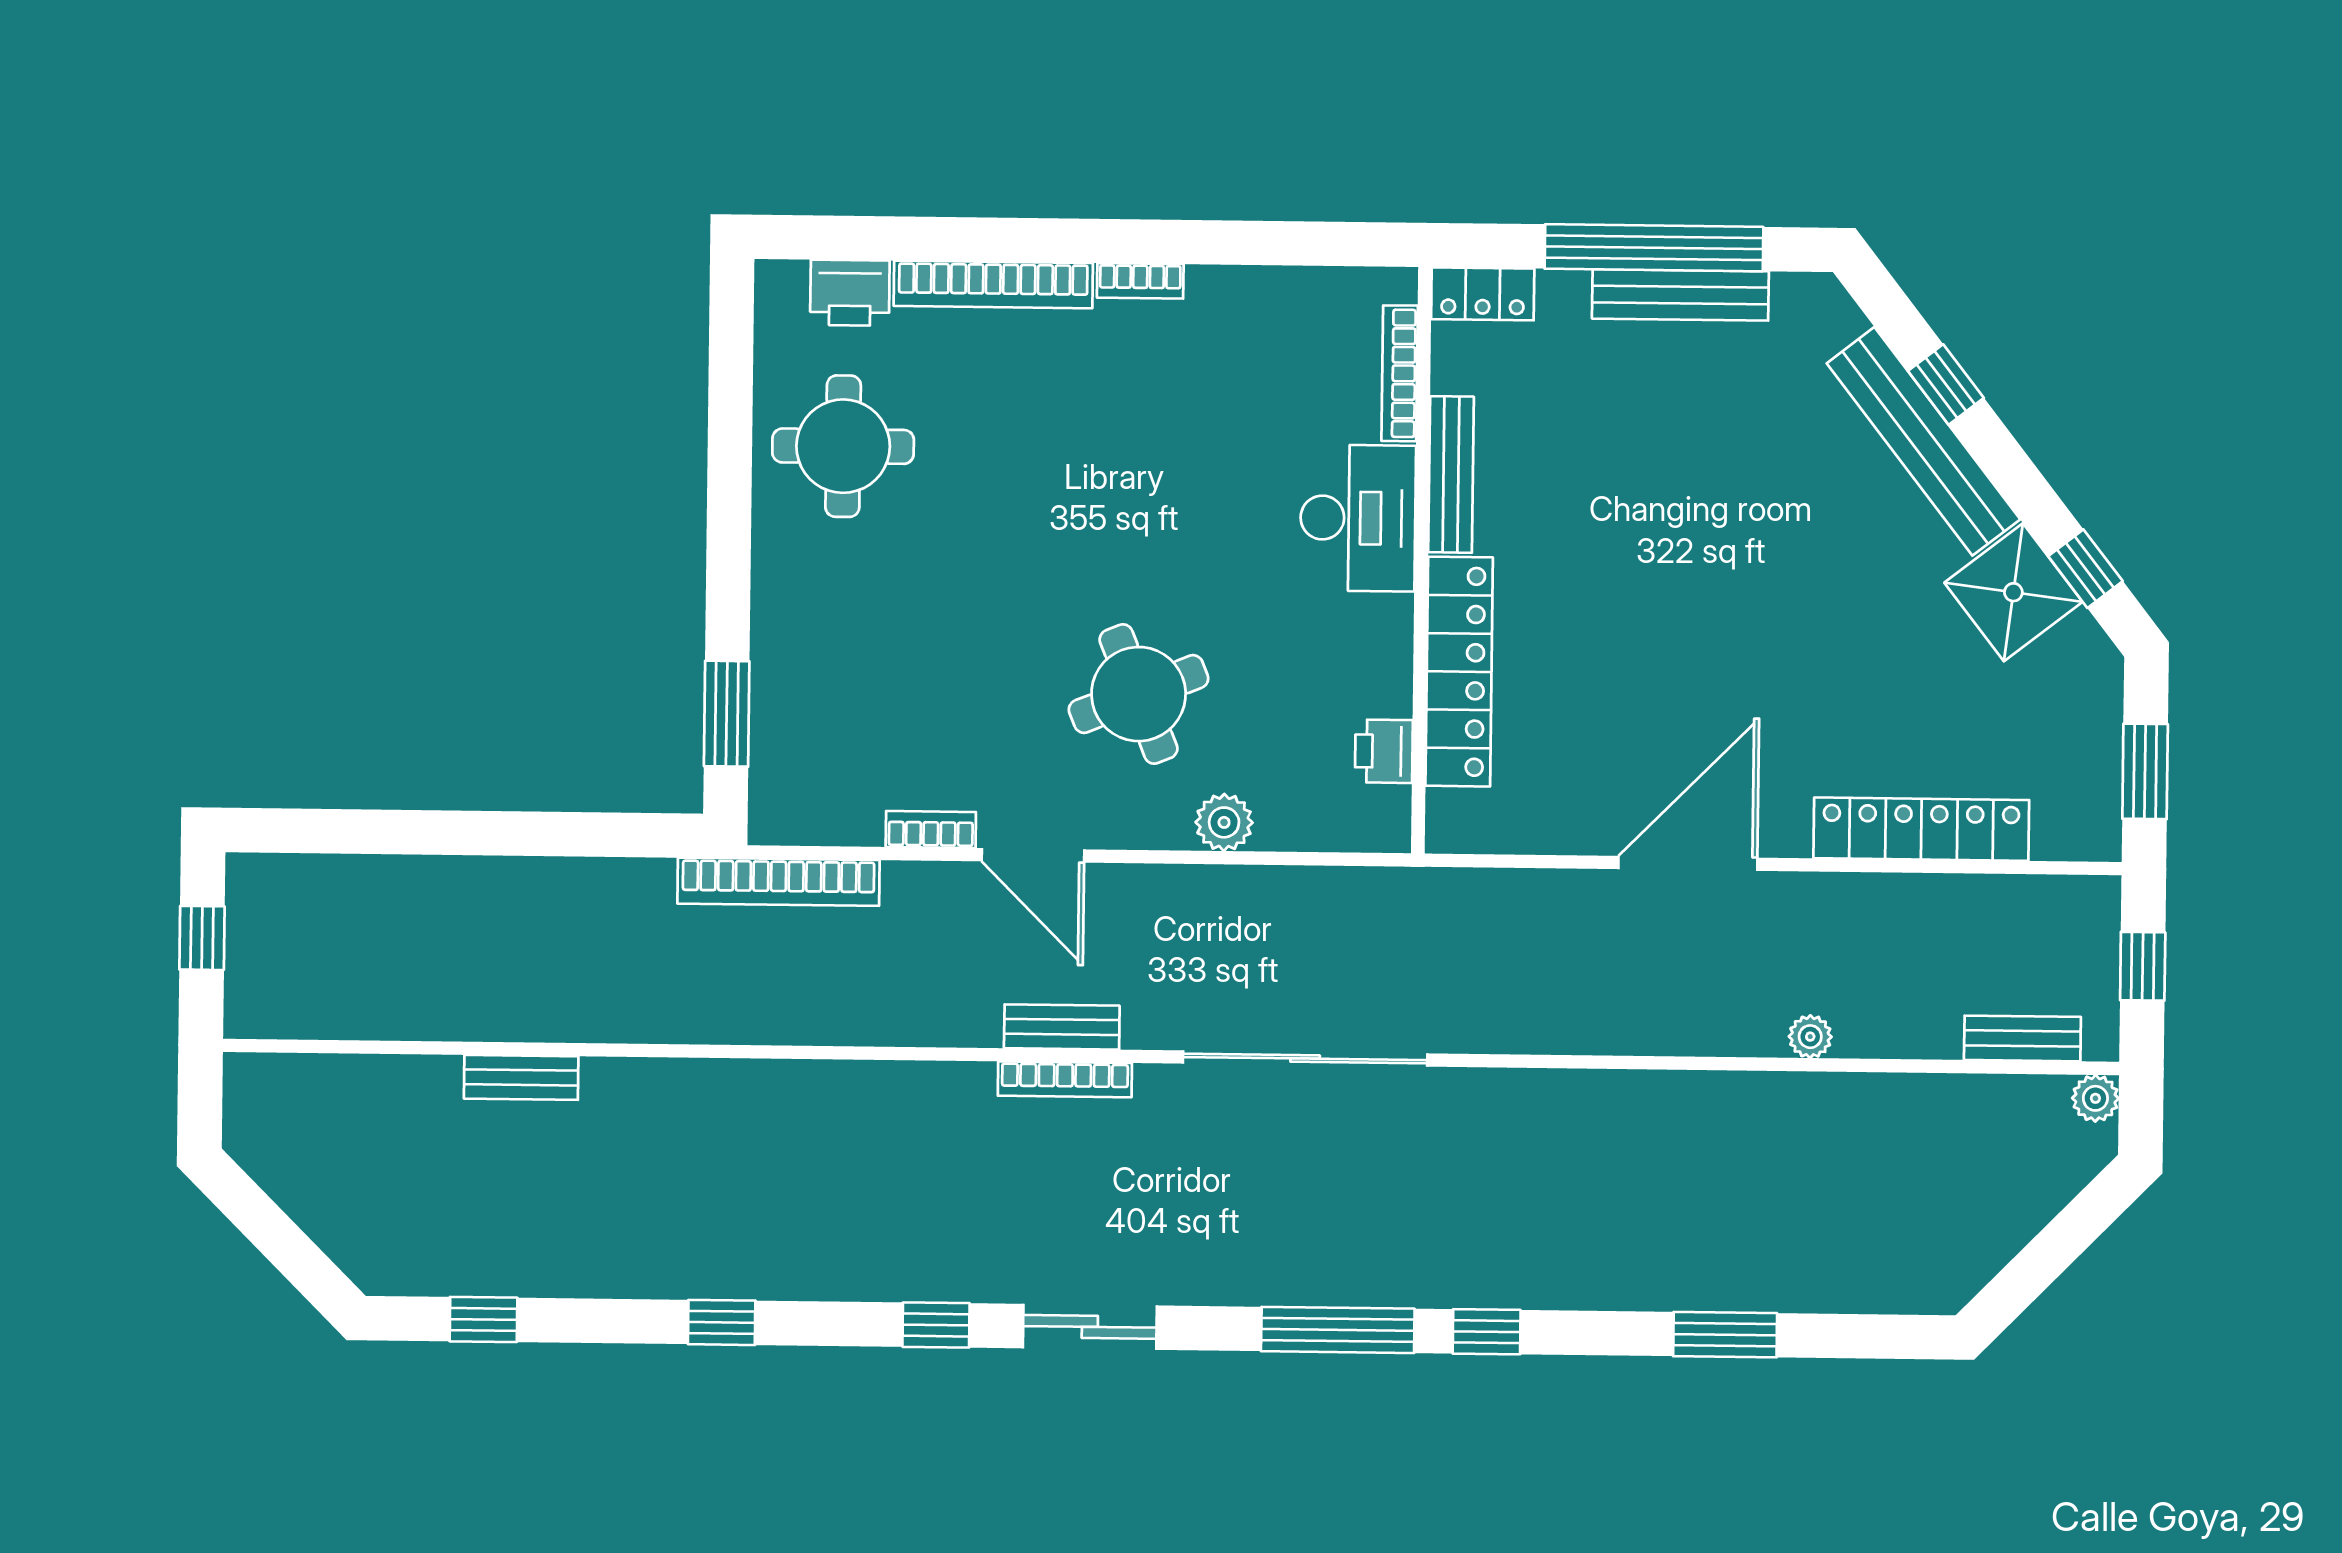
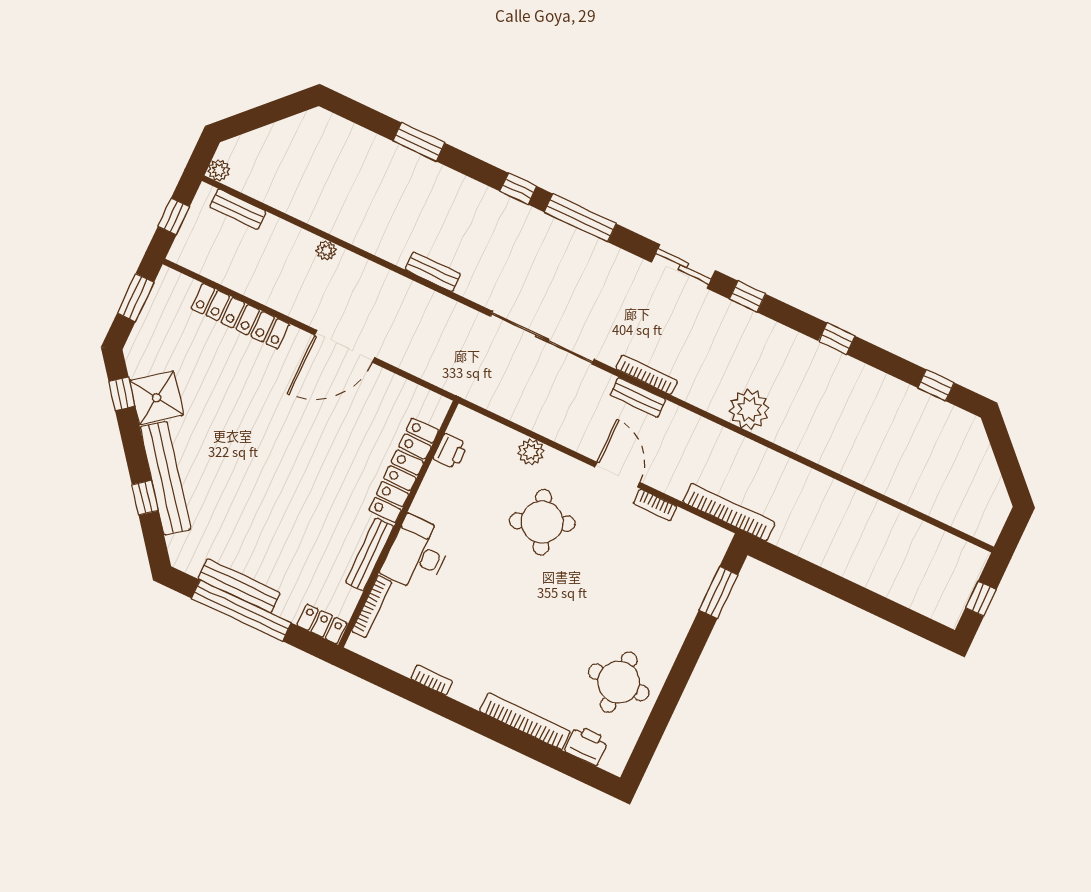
bookcase: (1140, 281) -> (432, 680), moved
bench: (521, 1077) -> (433, 272), moved
plant: (831, 1103) -> (749, 409), added

